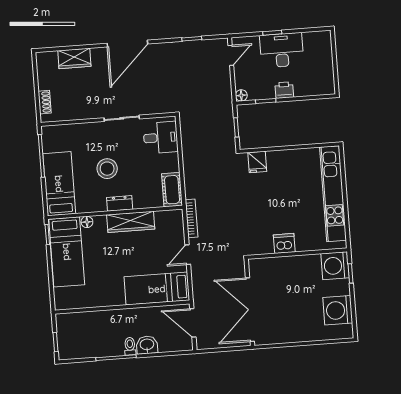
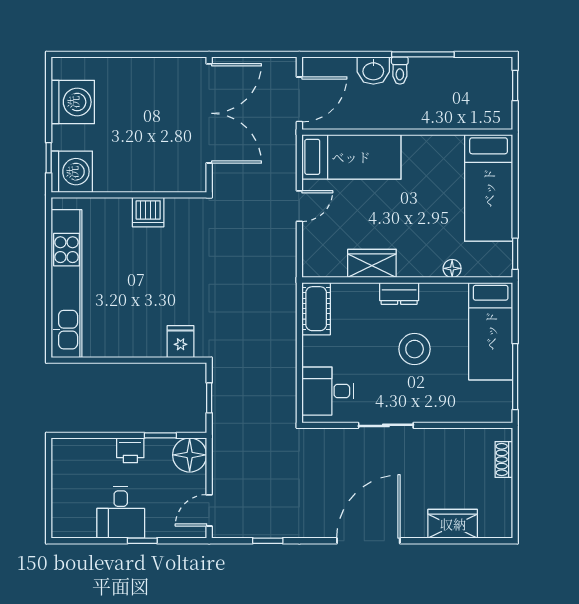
desk: (282, 50) -> (121, 513), width x0.73
floor lamp: (241, 95) -> (190, 455), width x1.89, depth x1.89
bookcase: (192, 218) -> (289, 262), removed
wardrobe: (131, 222) -> (372, 263), width x0.67
bed: (67, 252) -> (489, 188), moved, turned 180
door: (193, 323) -> (299, 99), hinge flipped

